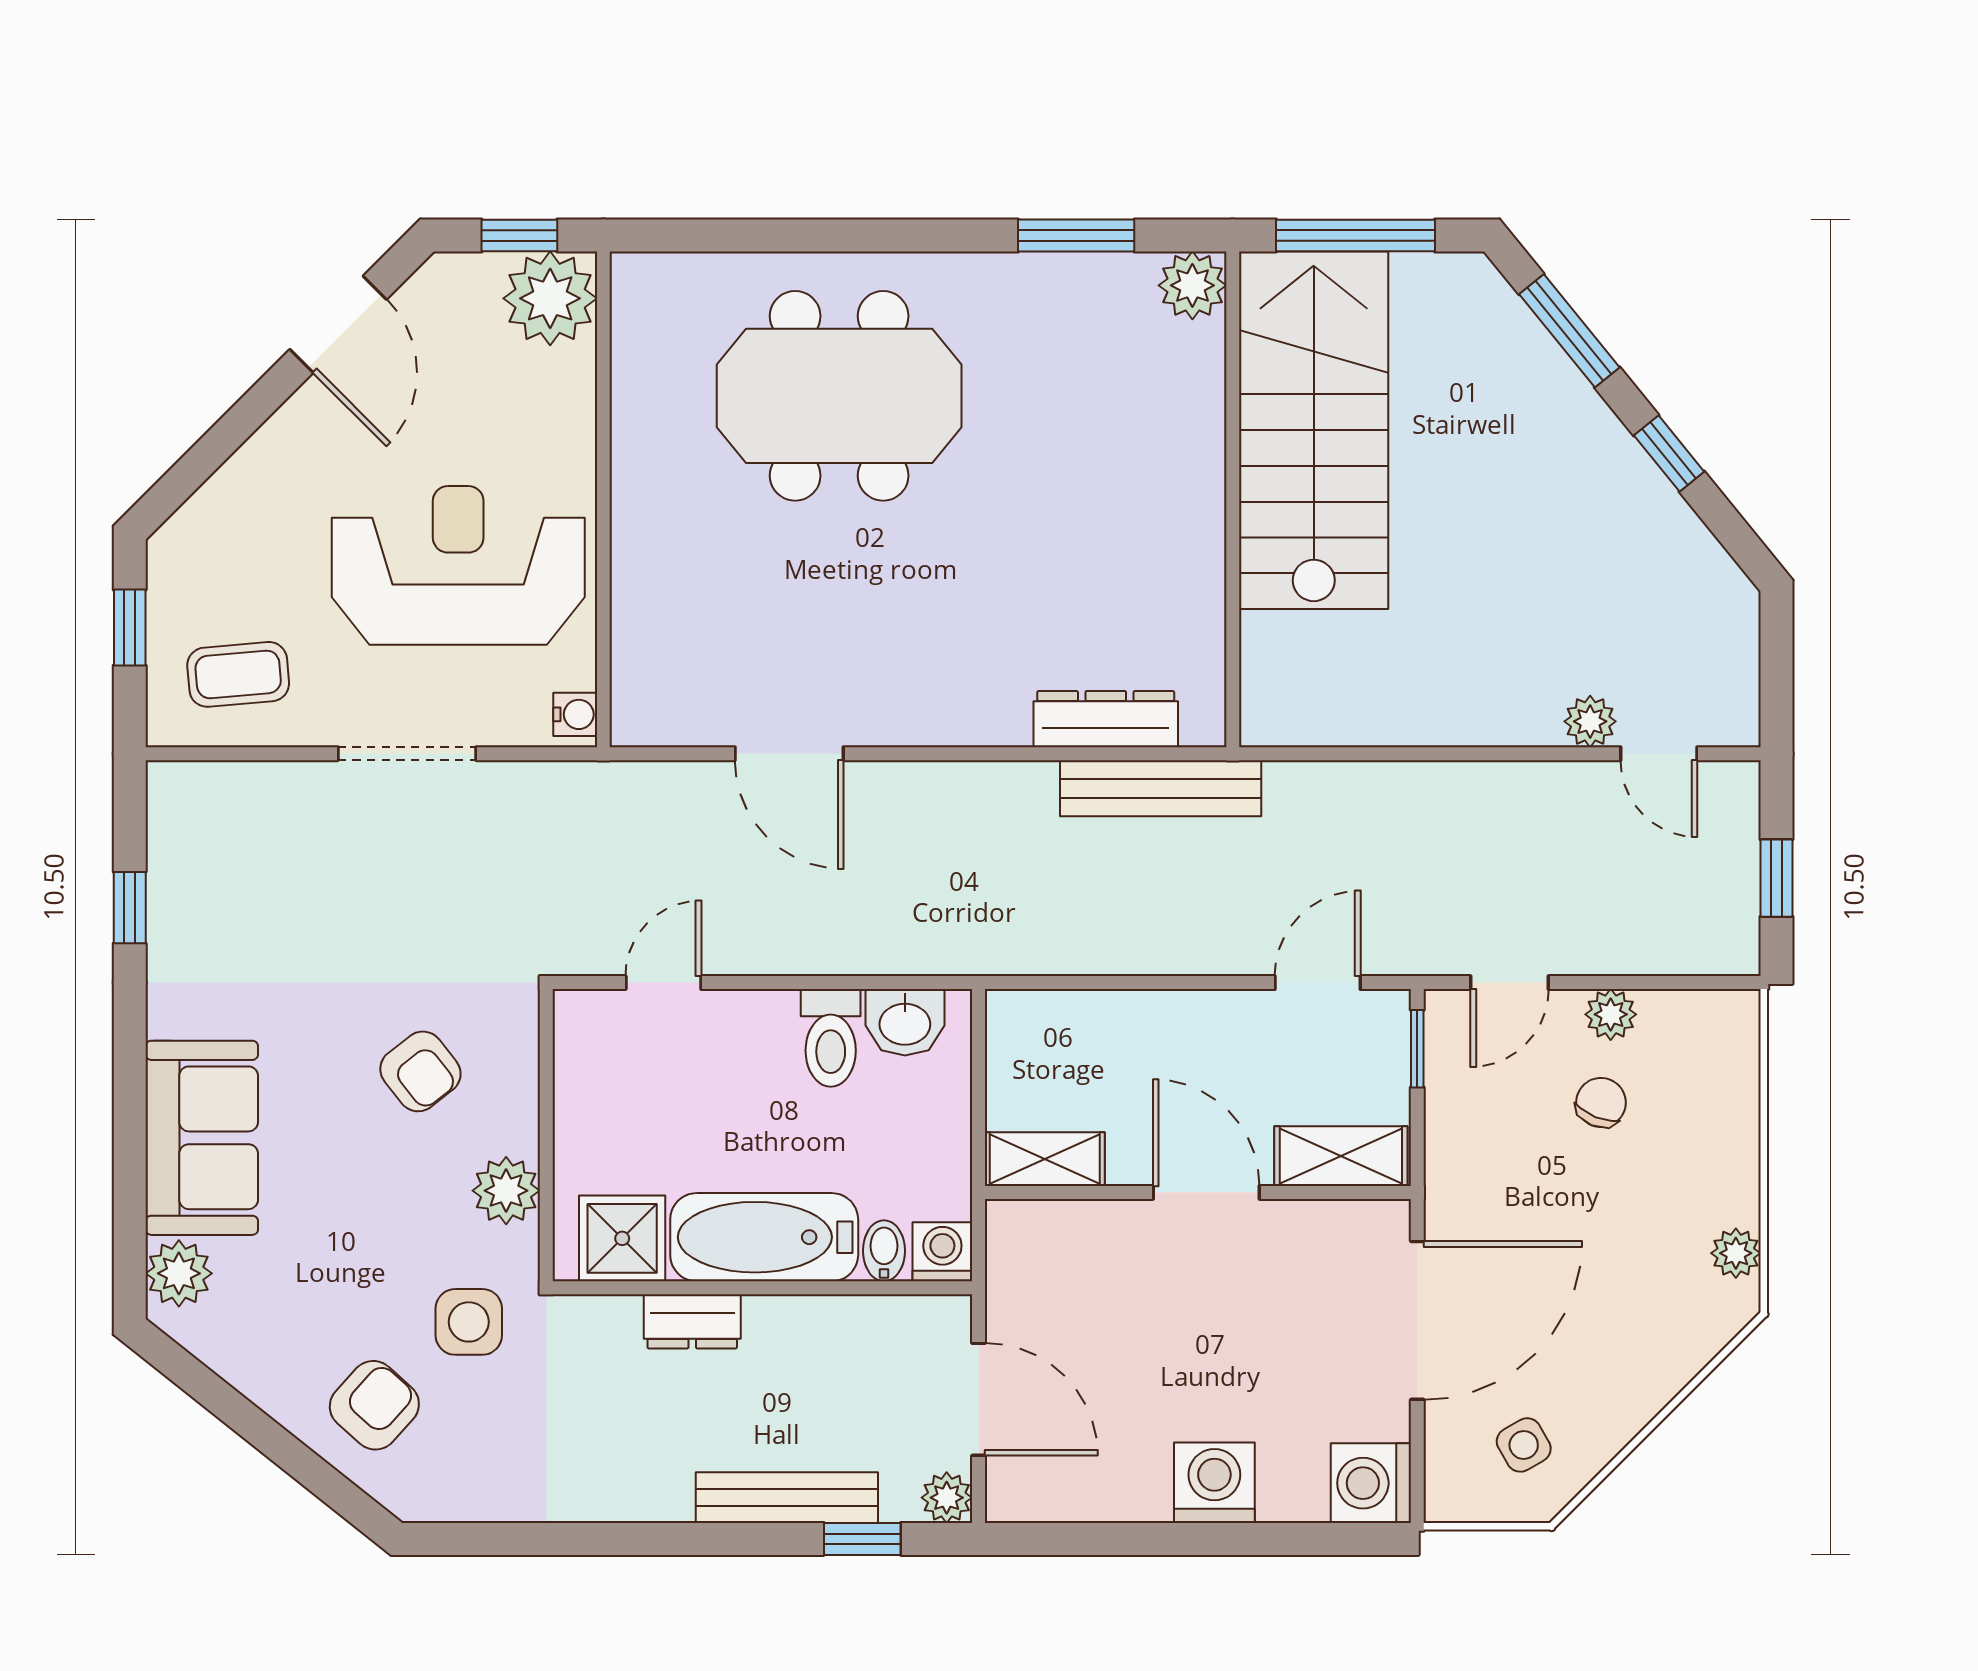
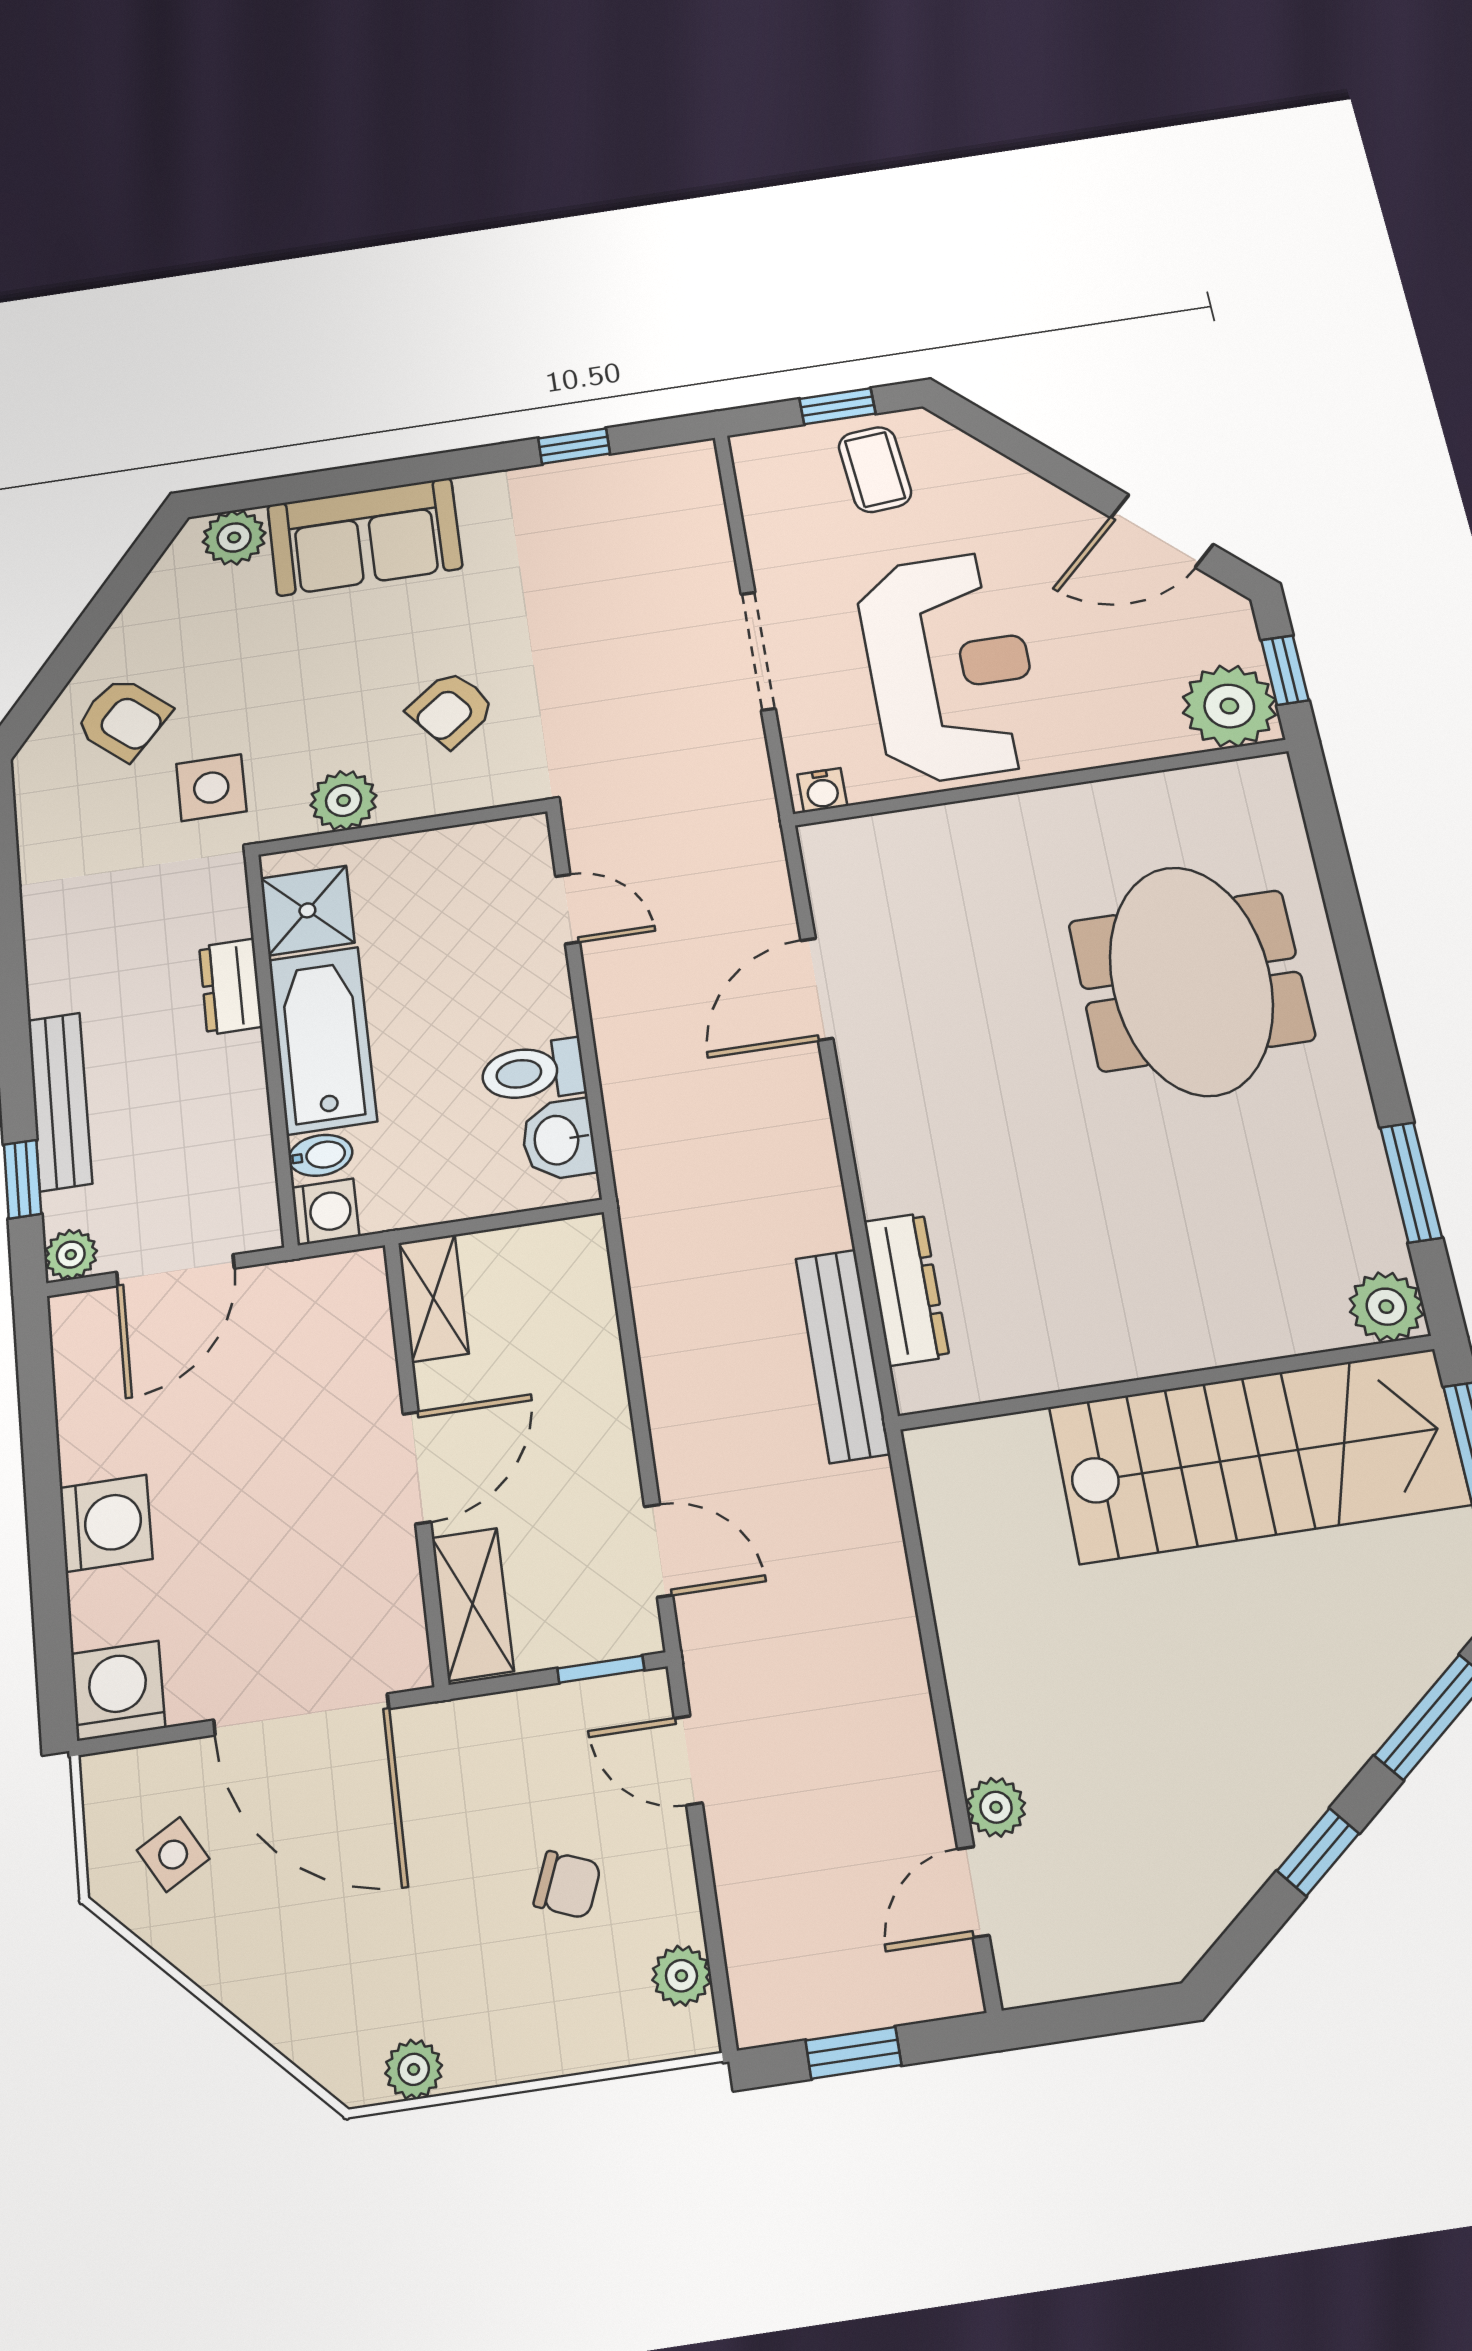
coffee table: (238, 674) -> (875, 469), moved
plant: (1611, 1014) -> (681, 1976), moved

